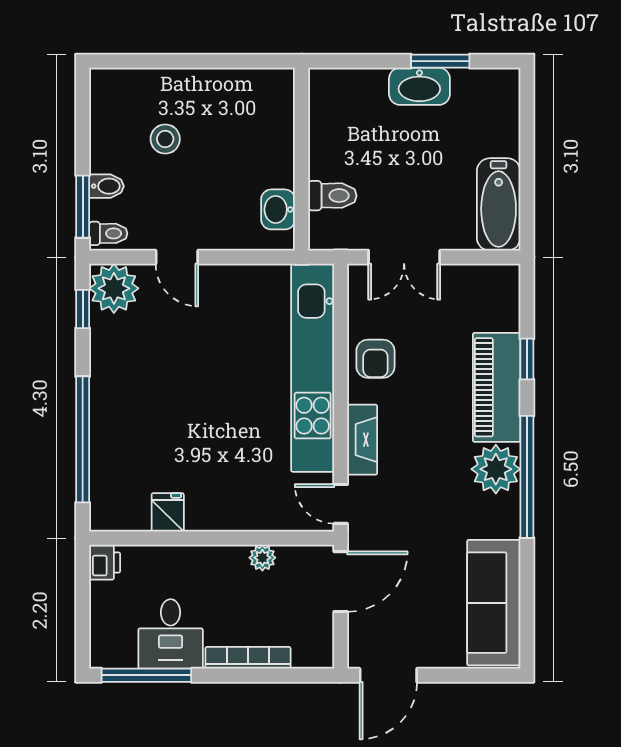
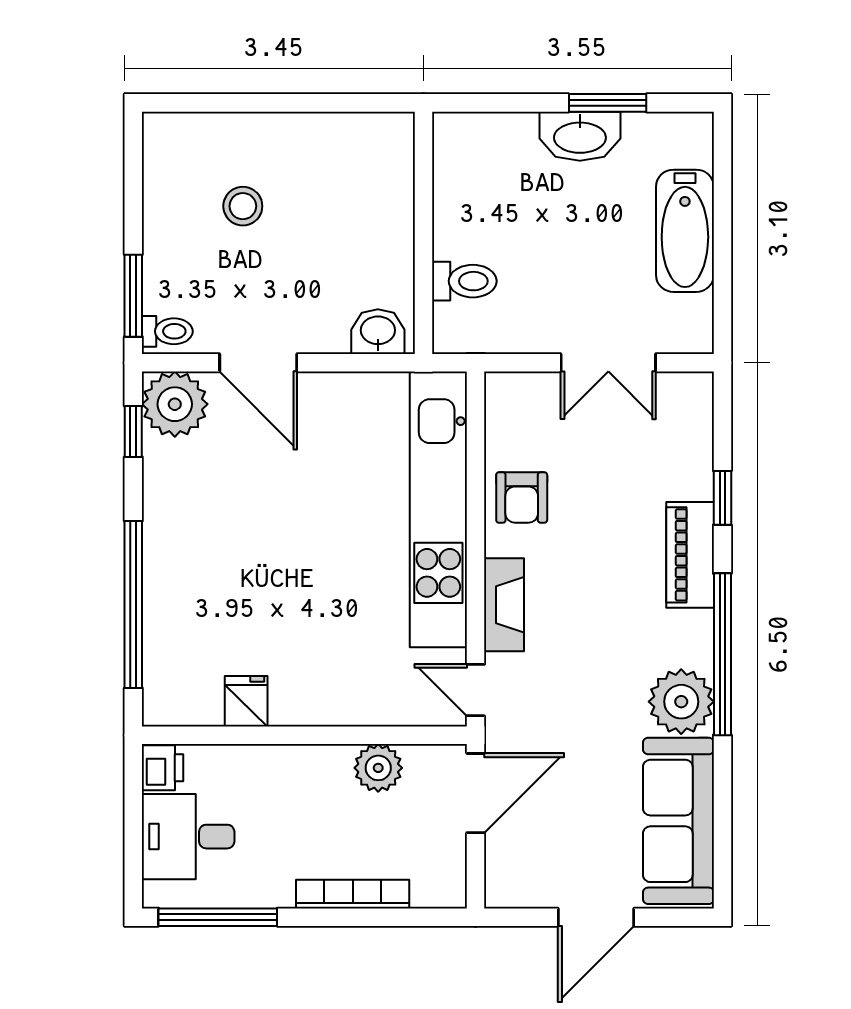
bidet: (107, 186) -> (165, 269), removed
bathtub: (499, 204) -> (685, 231), moved
washbasin: (278, 209) -> (378, 332), moved, turned 90
door: (177, 257) -> (258, 363), width x1.37
double door: (404, 257) -> (608, 363), moved
piano: (497, 387) -> (690, 555), width x0.73, depth x0.75
plant: (496, 469) -> (681, 702), moved
plant: (262, 558) -> (378, 768), width x1.38, depth x1.38
desk: (171, 634) -> (188, 837), moved, turned 90
door: (388, 675) -> (596, 917), moved

